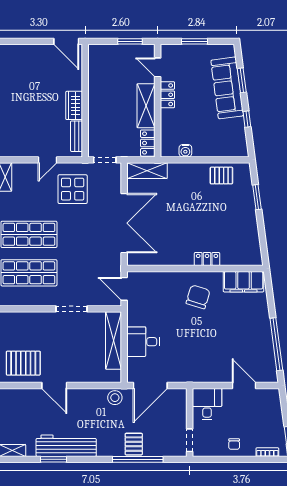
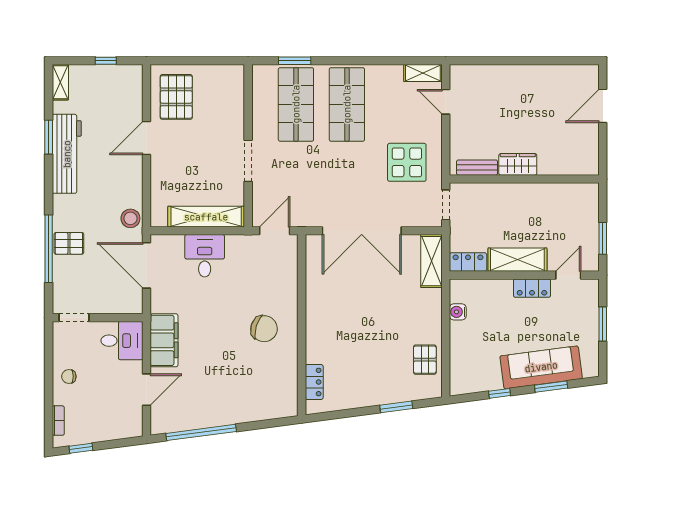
door: (66, 41) -> (603, 106), moved
door: (47, 160) -> (446, 102), moved
locker: (207, 259) -> (314, 382), moved
filing cabinet: (244, 282) -> (164, 340), moved, turned 180

